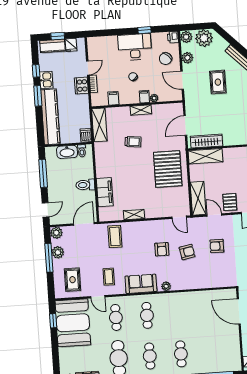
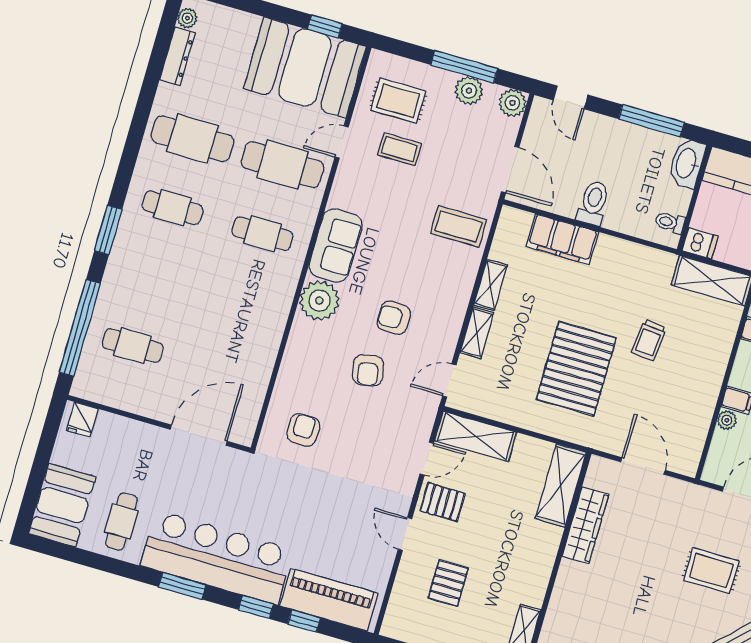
shelving: (141, 110) -> (477, 333), moved
wardrobe: (207, 141) -> (585, 525), moved
washbasin: (67, 152) -> (687, 163), moved
pallet: (168, 169) -> (576, 368), moved, turned 90
armchair: (217, 246) -> (303, 430), moved
coffee table: (109, 277) -> (399, 149), moved
plant: (166, 286) -> (319, 301), width x1.87, depth x1.87
cafe table: (116, 317) -> (282, 165), width x1.37, depth x1.35
cafe table: (181, 354) -> (133, 346), moved

